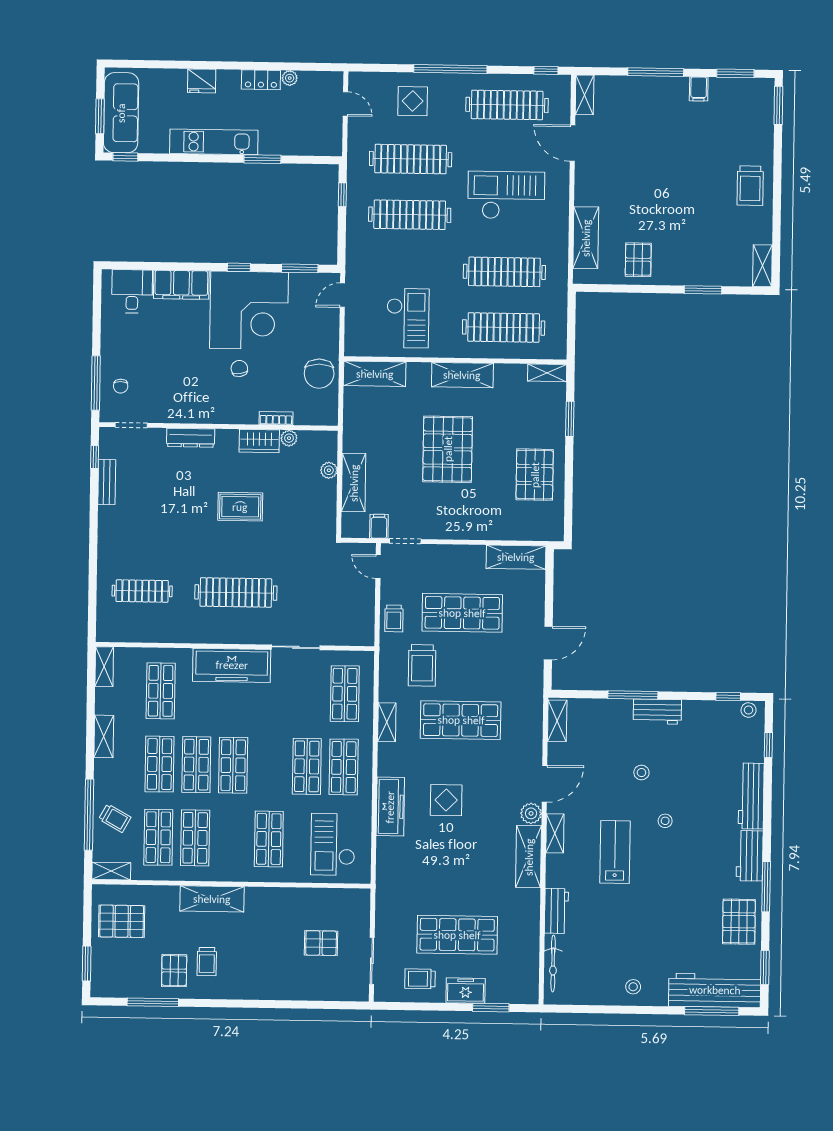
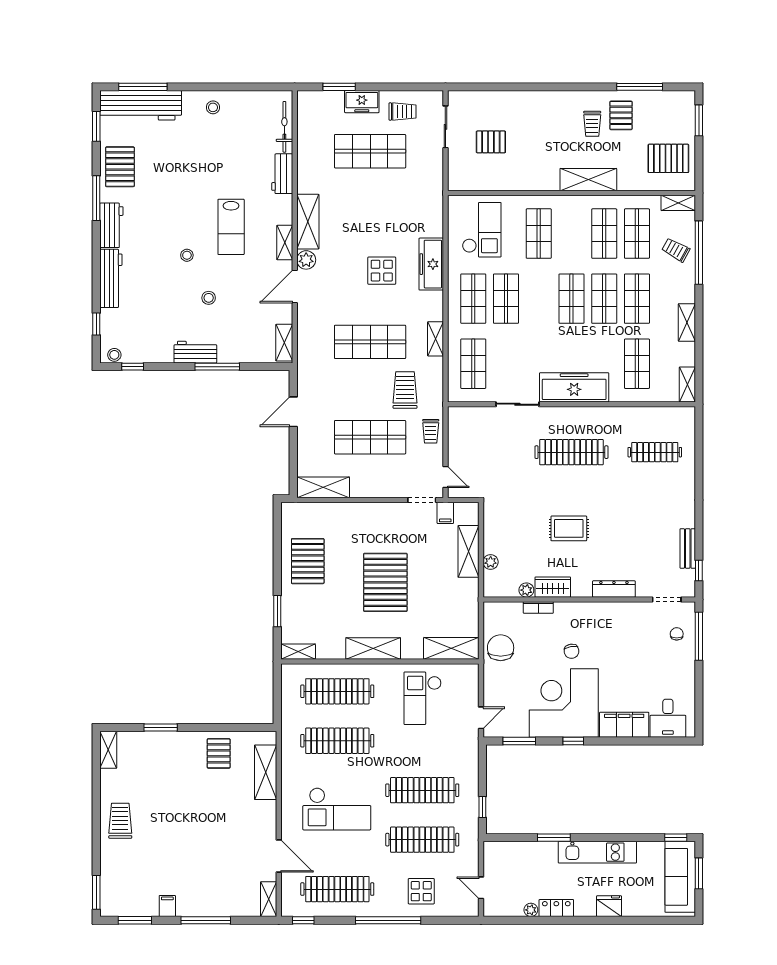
trolley: (394, 618) -> (431, 431), turned 180
trolley: (207, 962) -> (592, 124), turned 180

